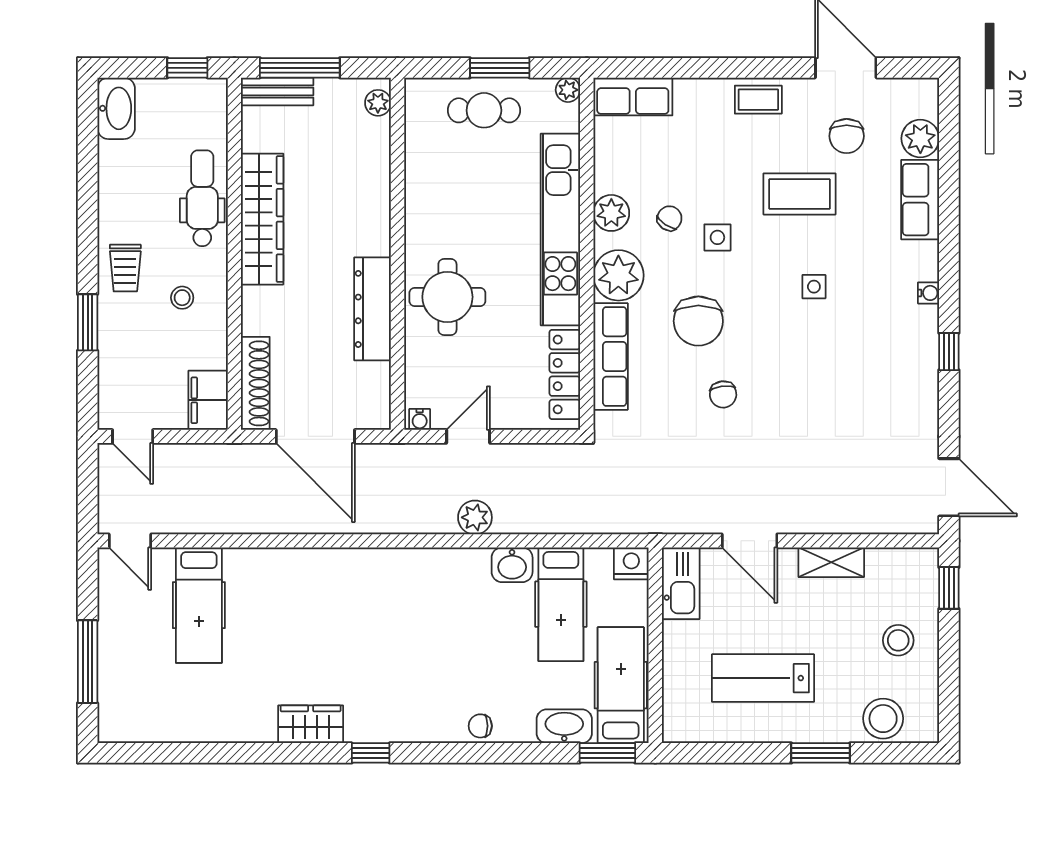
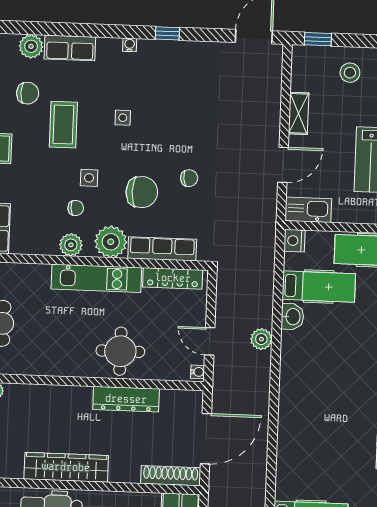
chair: (669, 218) -> (76, 208), turned 143
kitchen unit: (560, 230) -> (96, 278), width x0.73

